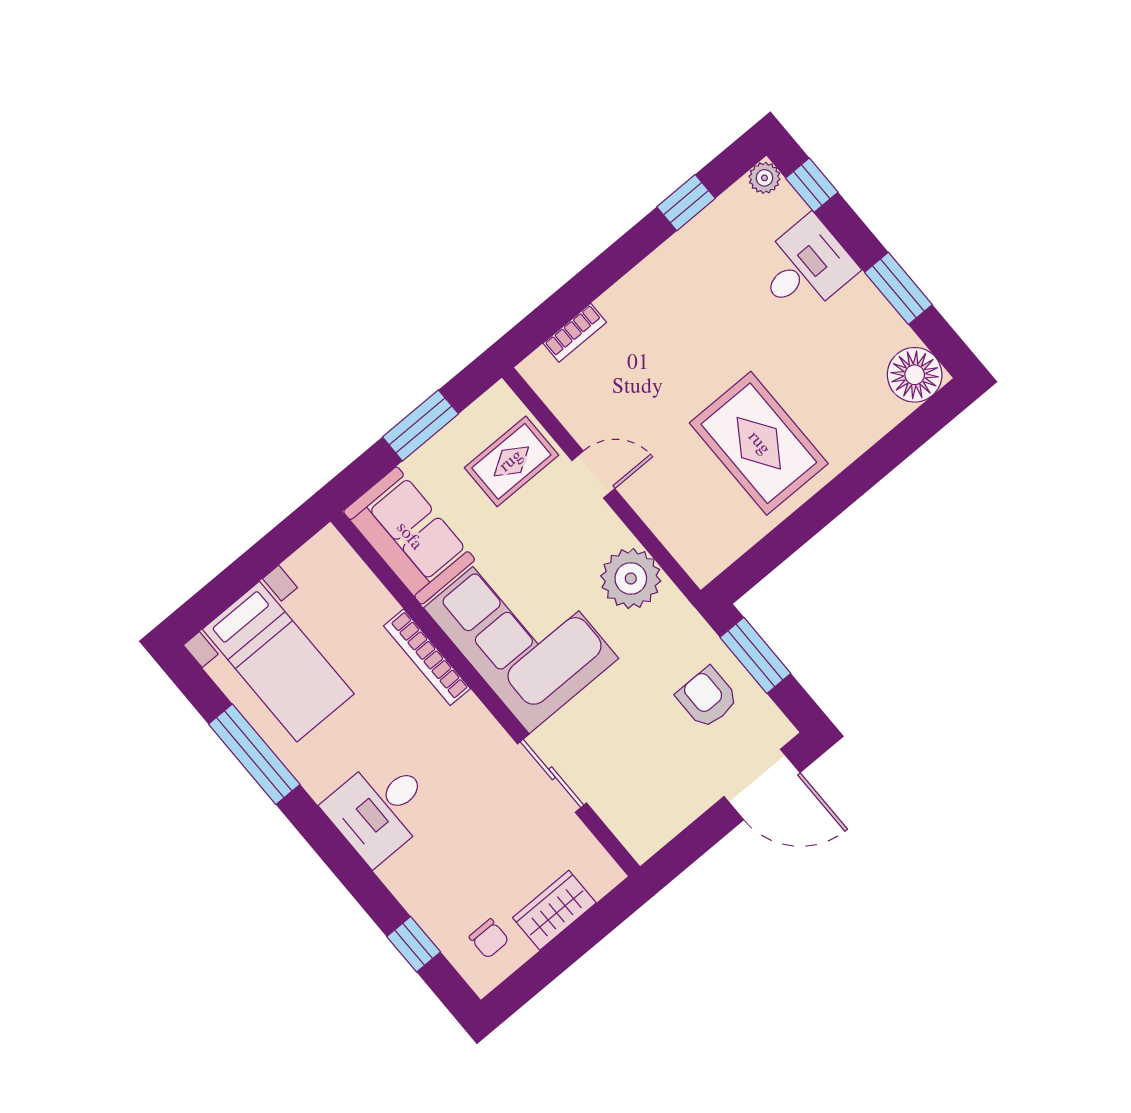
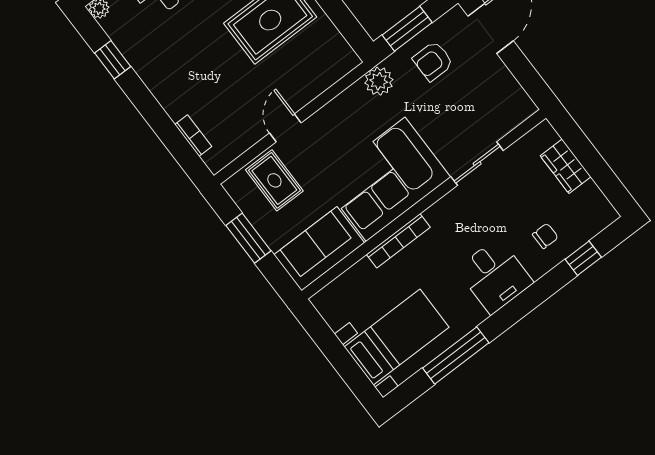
plant: (631, 578) -> (379, 81), moved, width x0.73, depth x0.73
chair: (489, 939) -> (545, 236), moved

